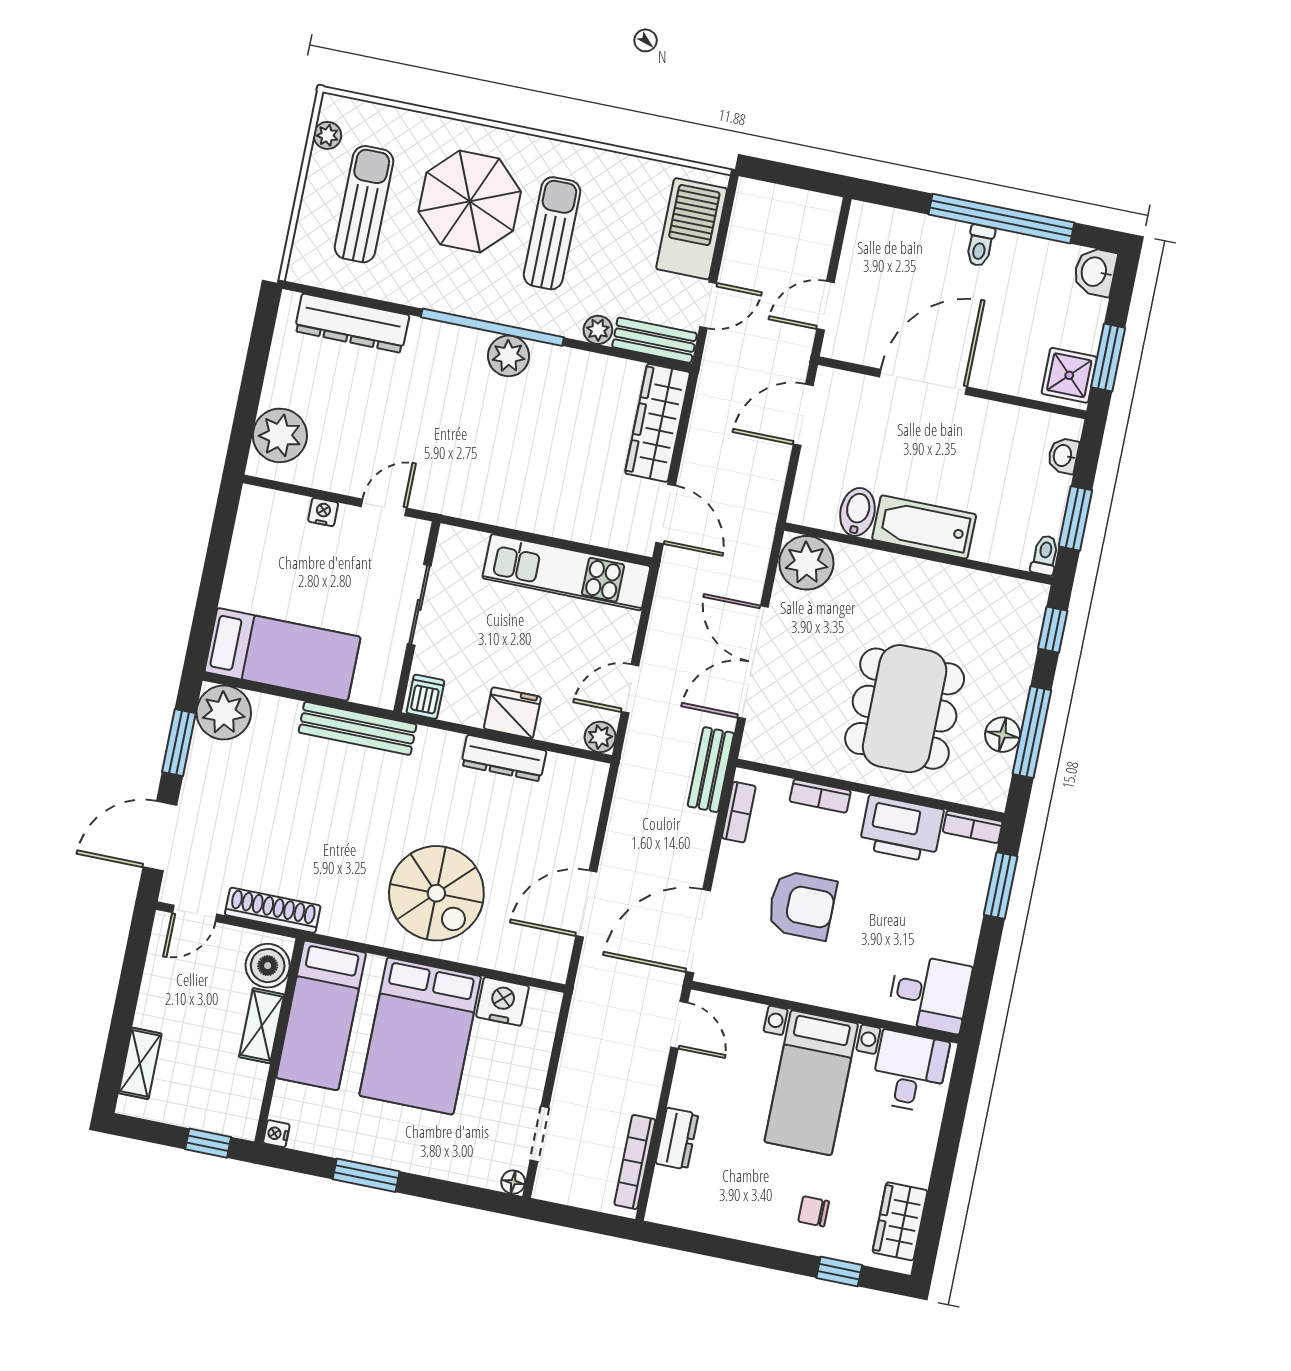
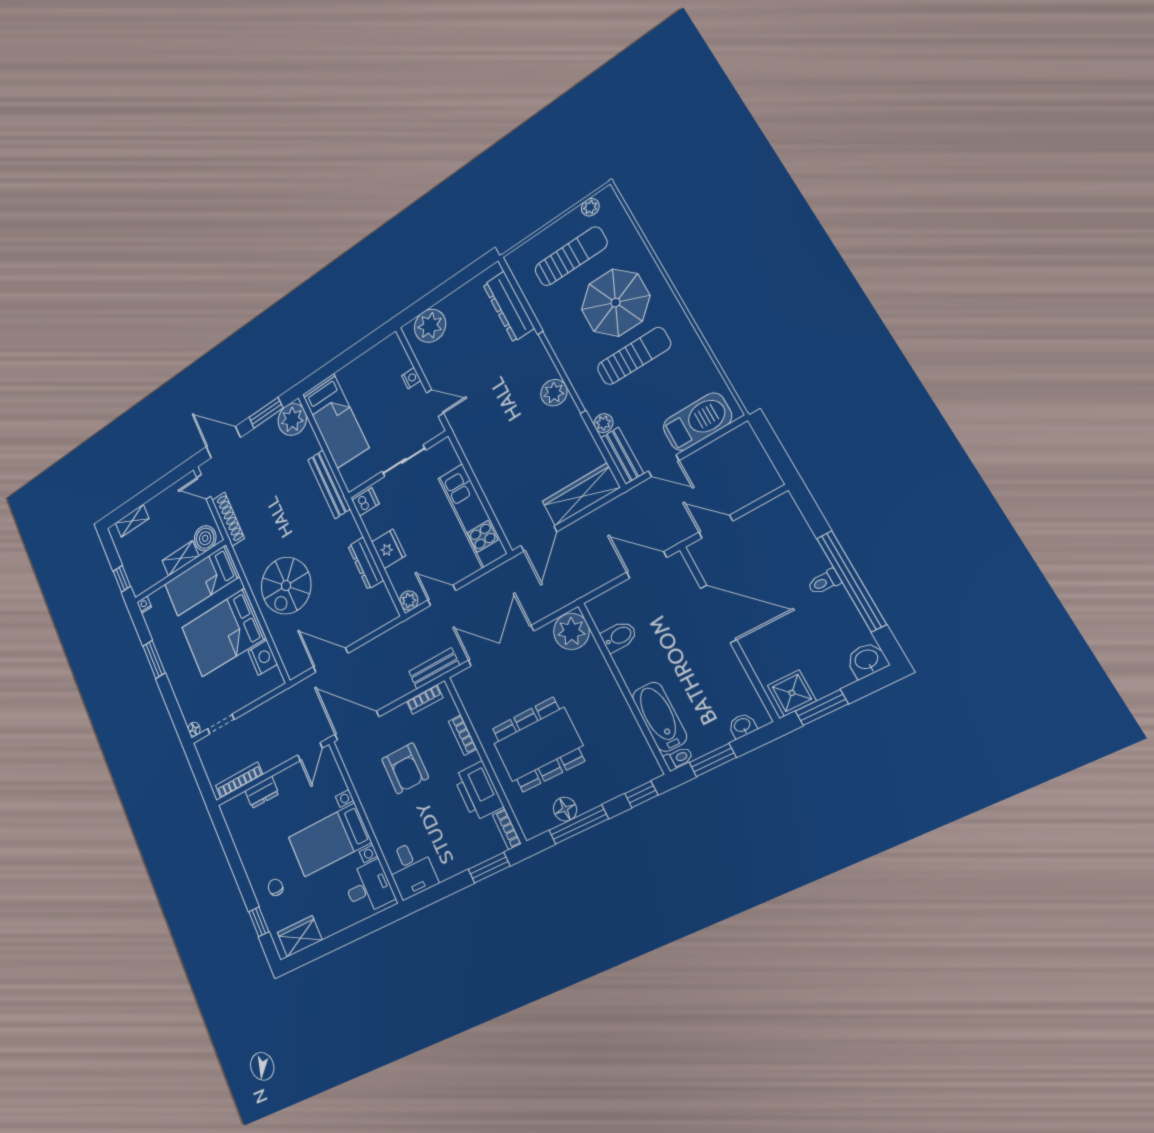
bathtub: (924, 527) -> (659, 717), moved

